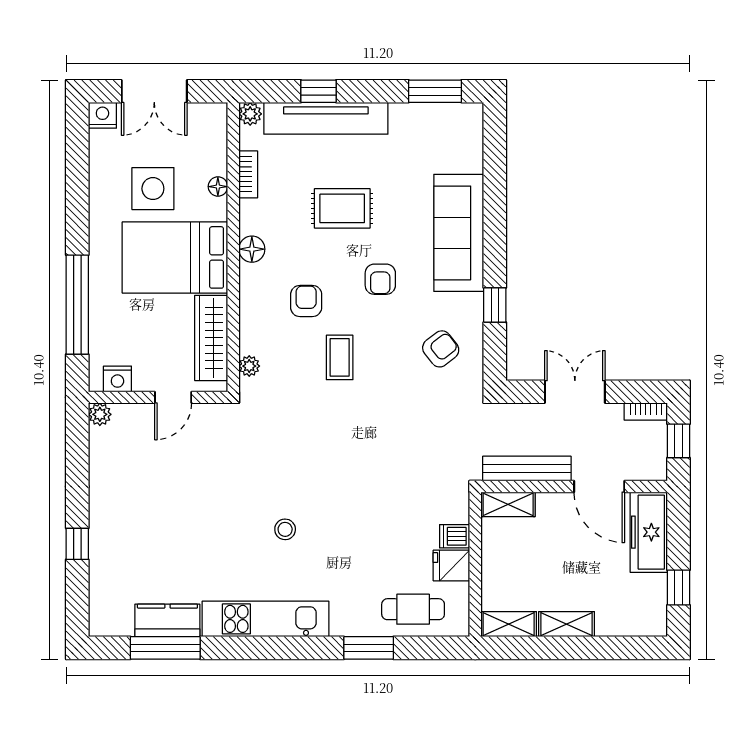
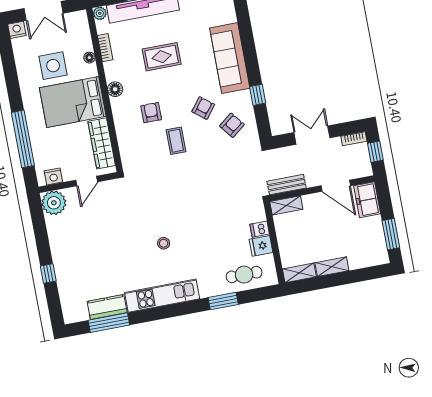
armchair: (380, 279) -> (203, 108), moved, turned -142
plant: (249, 366) -> (126, 155), removed
plant: (100, 414) -> (54, 203), width x1.88, depth x1.88
bench: (527, 469) -> (286, 185), width x0.73
freezer: (649, 532) -> (367, 200), width x0.71
window: (678, 587) -> (391, 234), width x1.50

